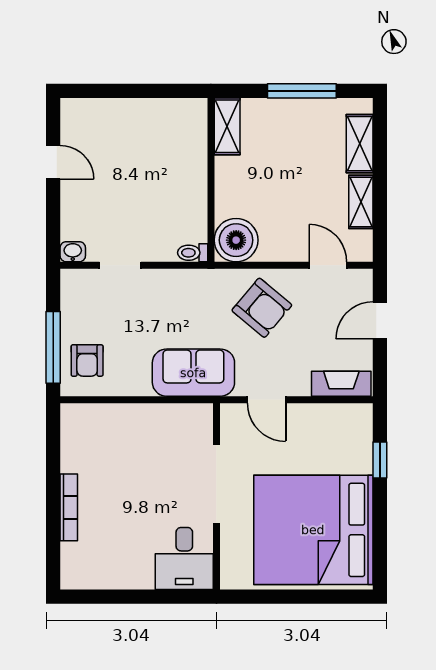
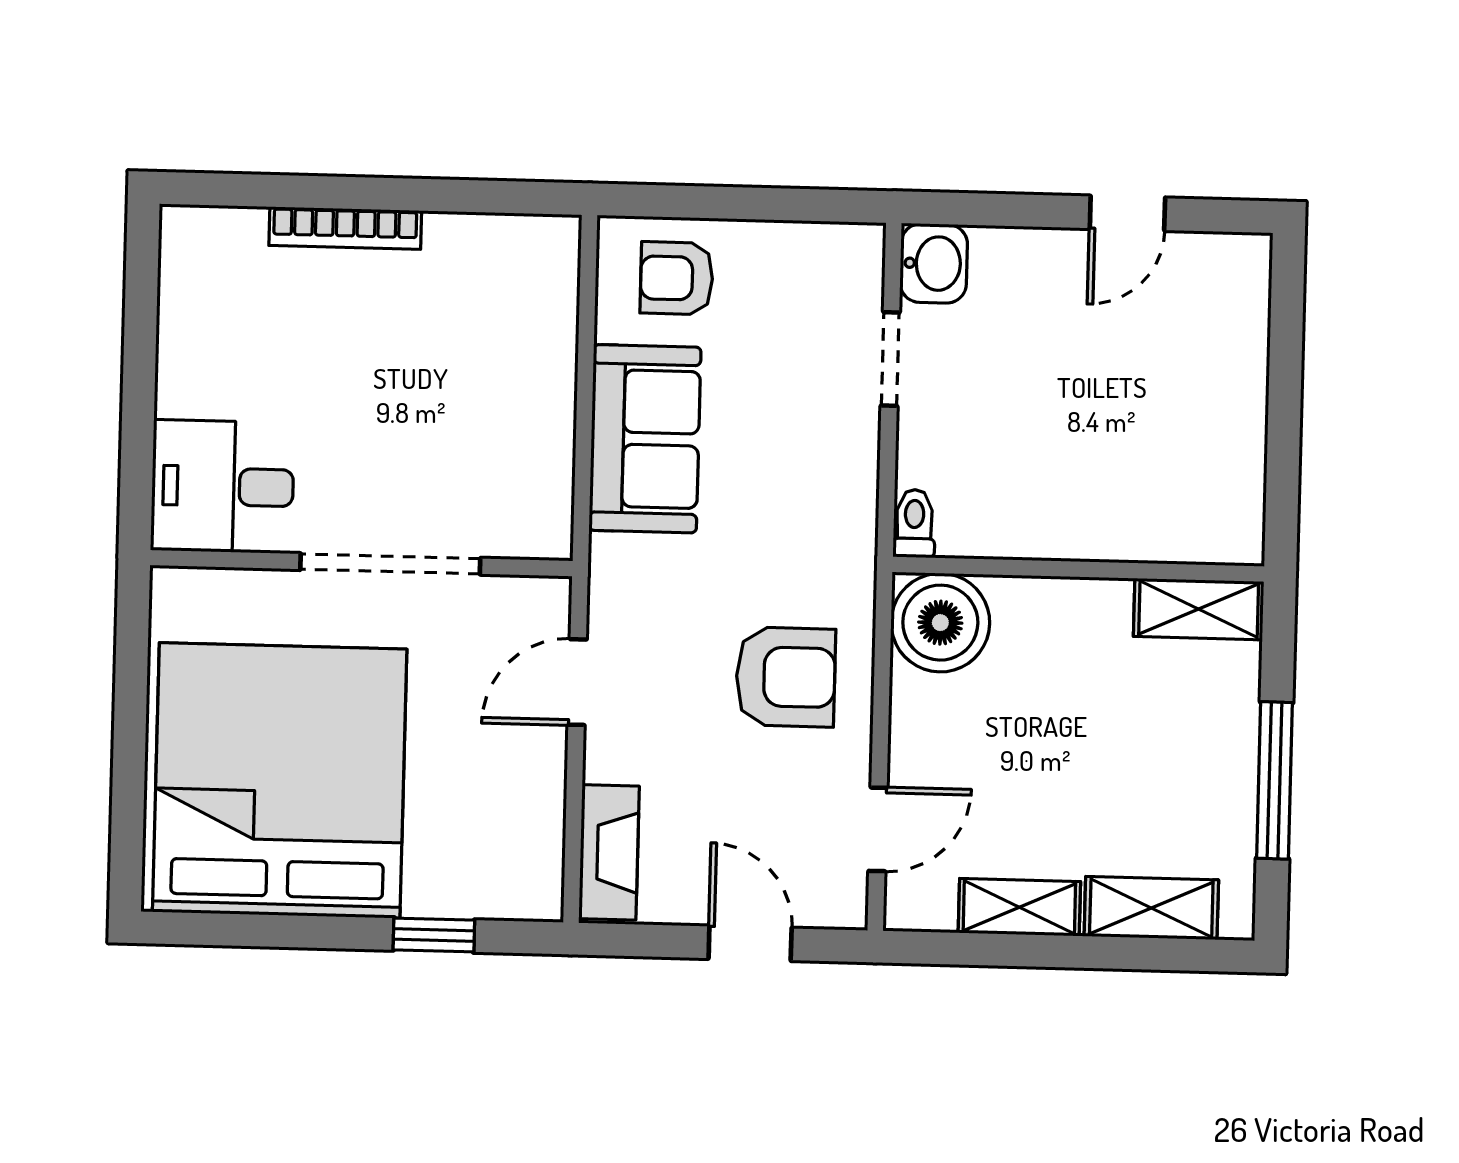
washbasin: (73, 252) -> (934, 263), width x1.38, depth x1.45
armchair: (262, 308) -> (786, 677), turned -130
window: (53, 347) -> (708, 202), removed
sofa: (193, 373) -> (645, 439), moved

